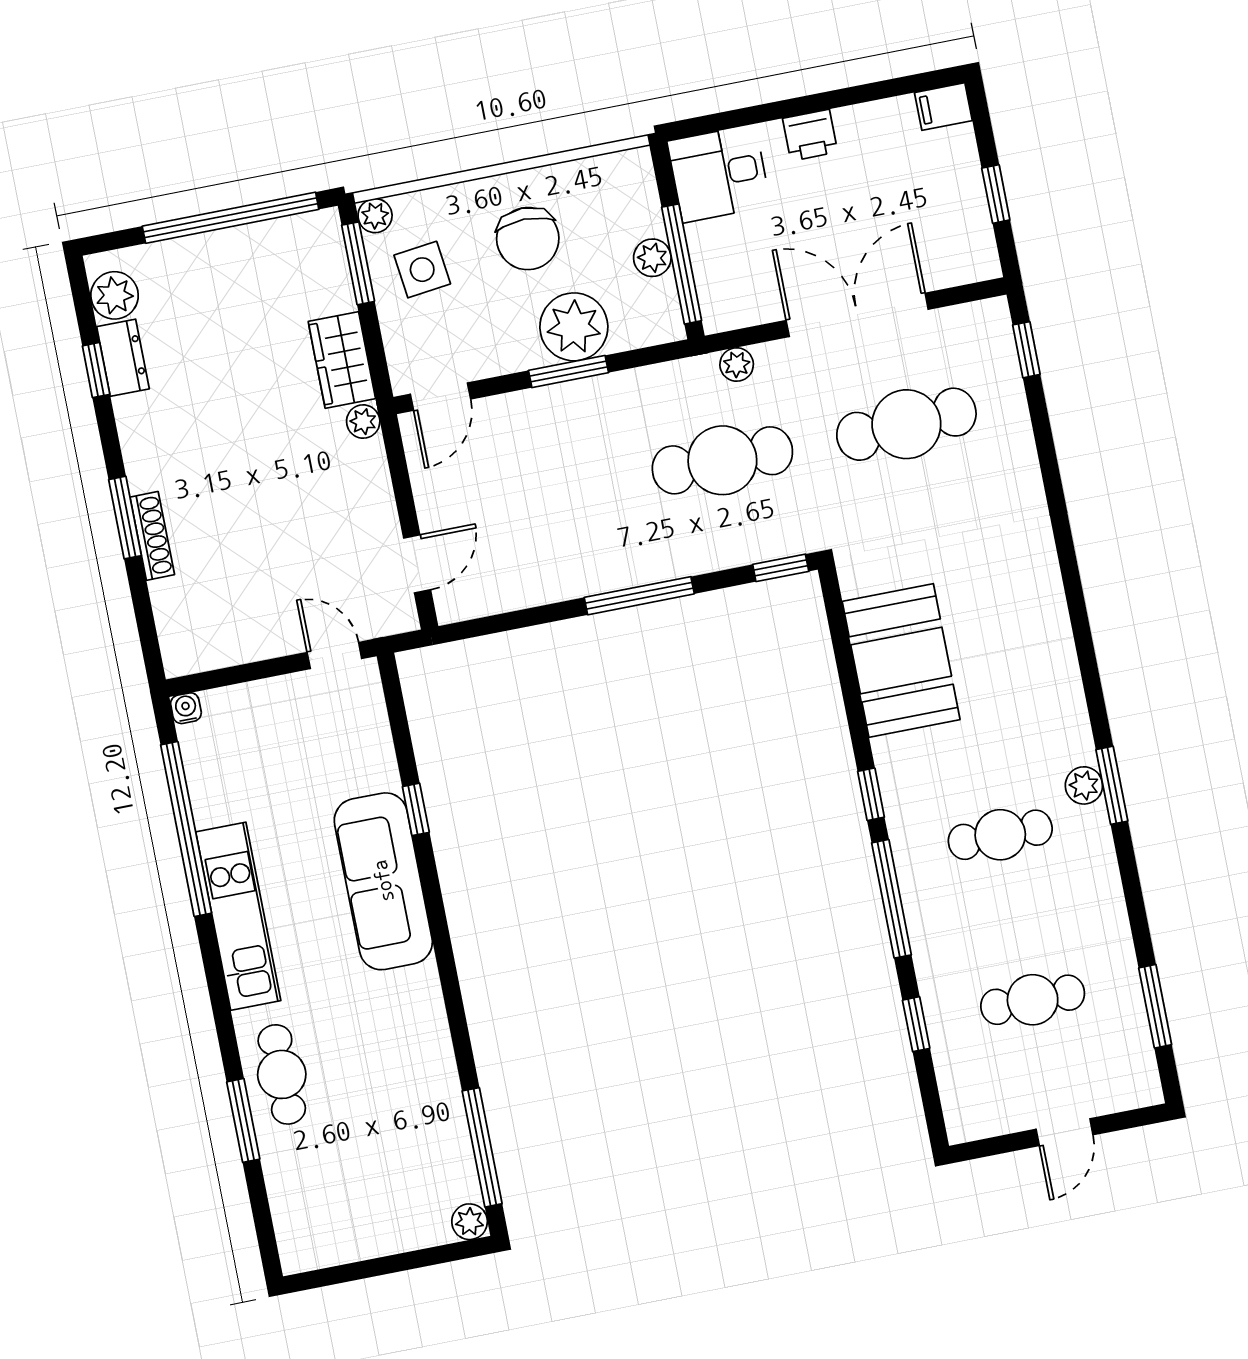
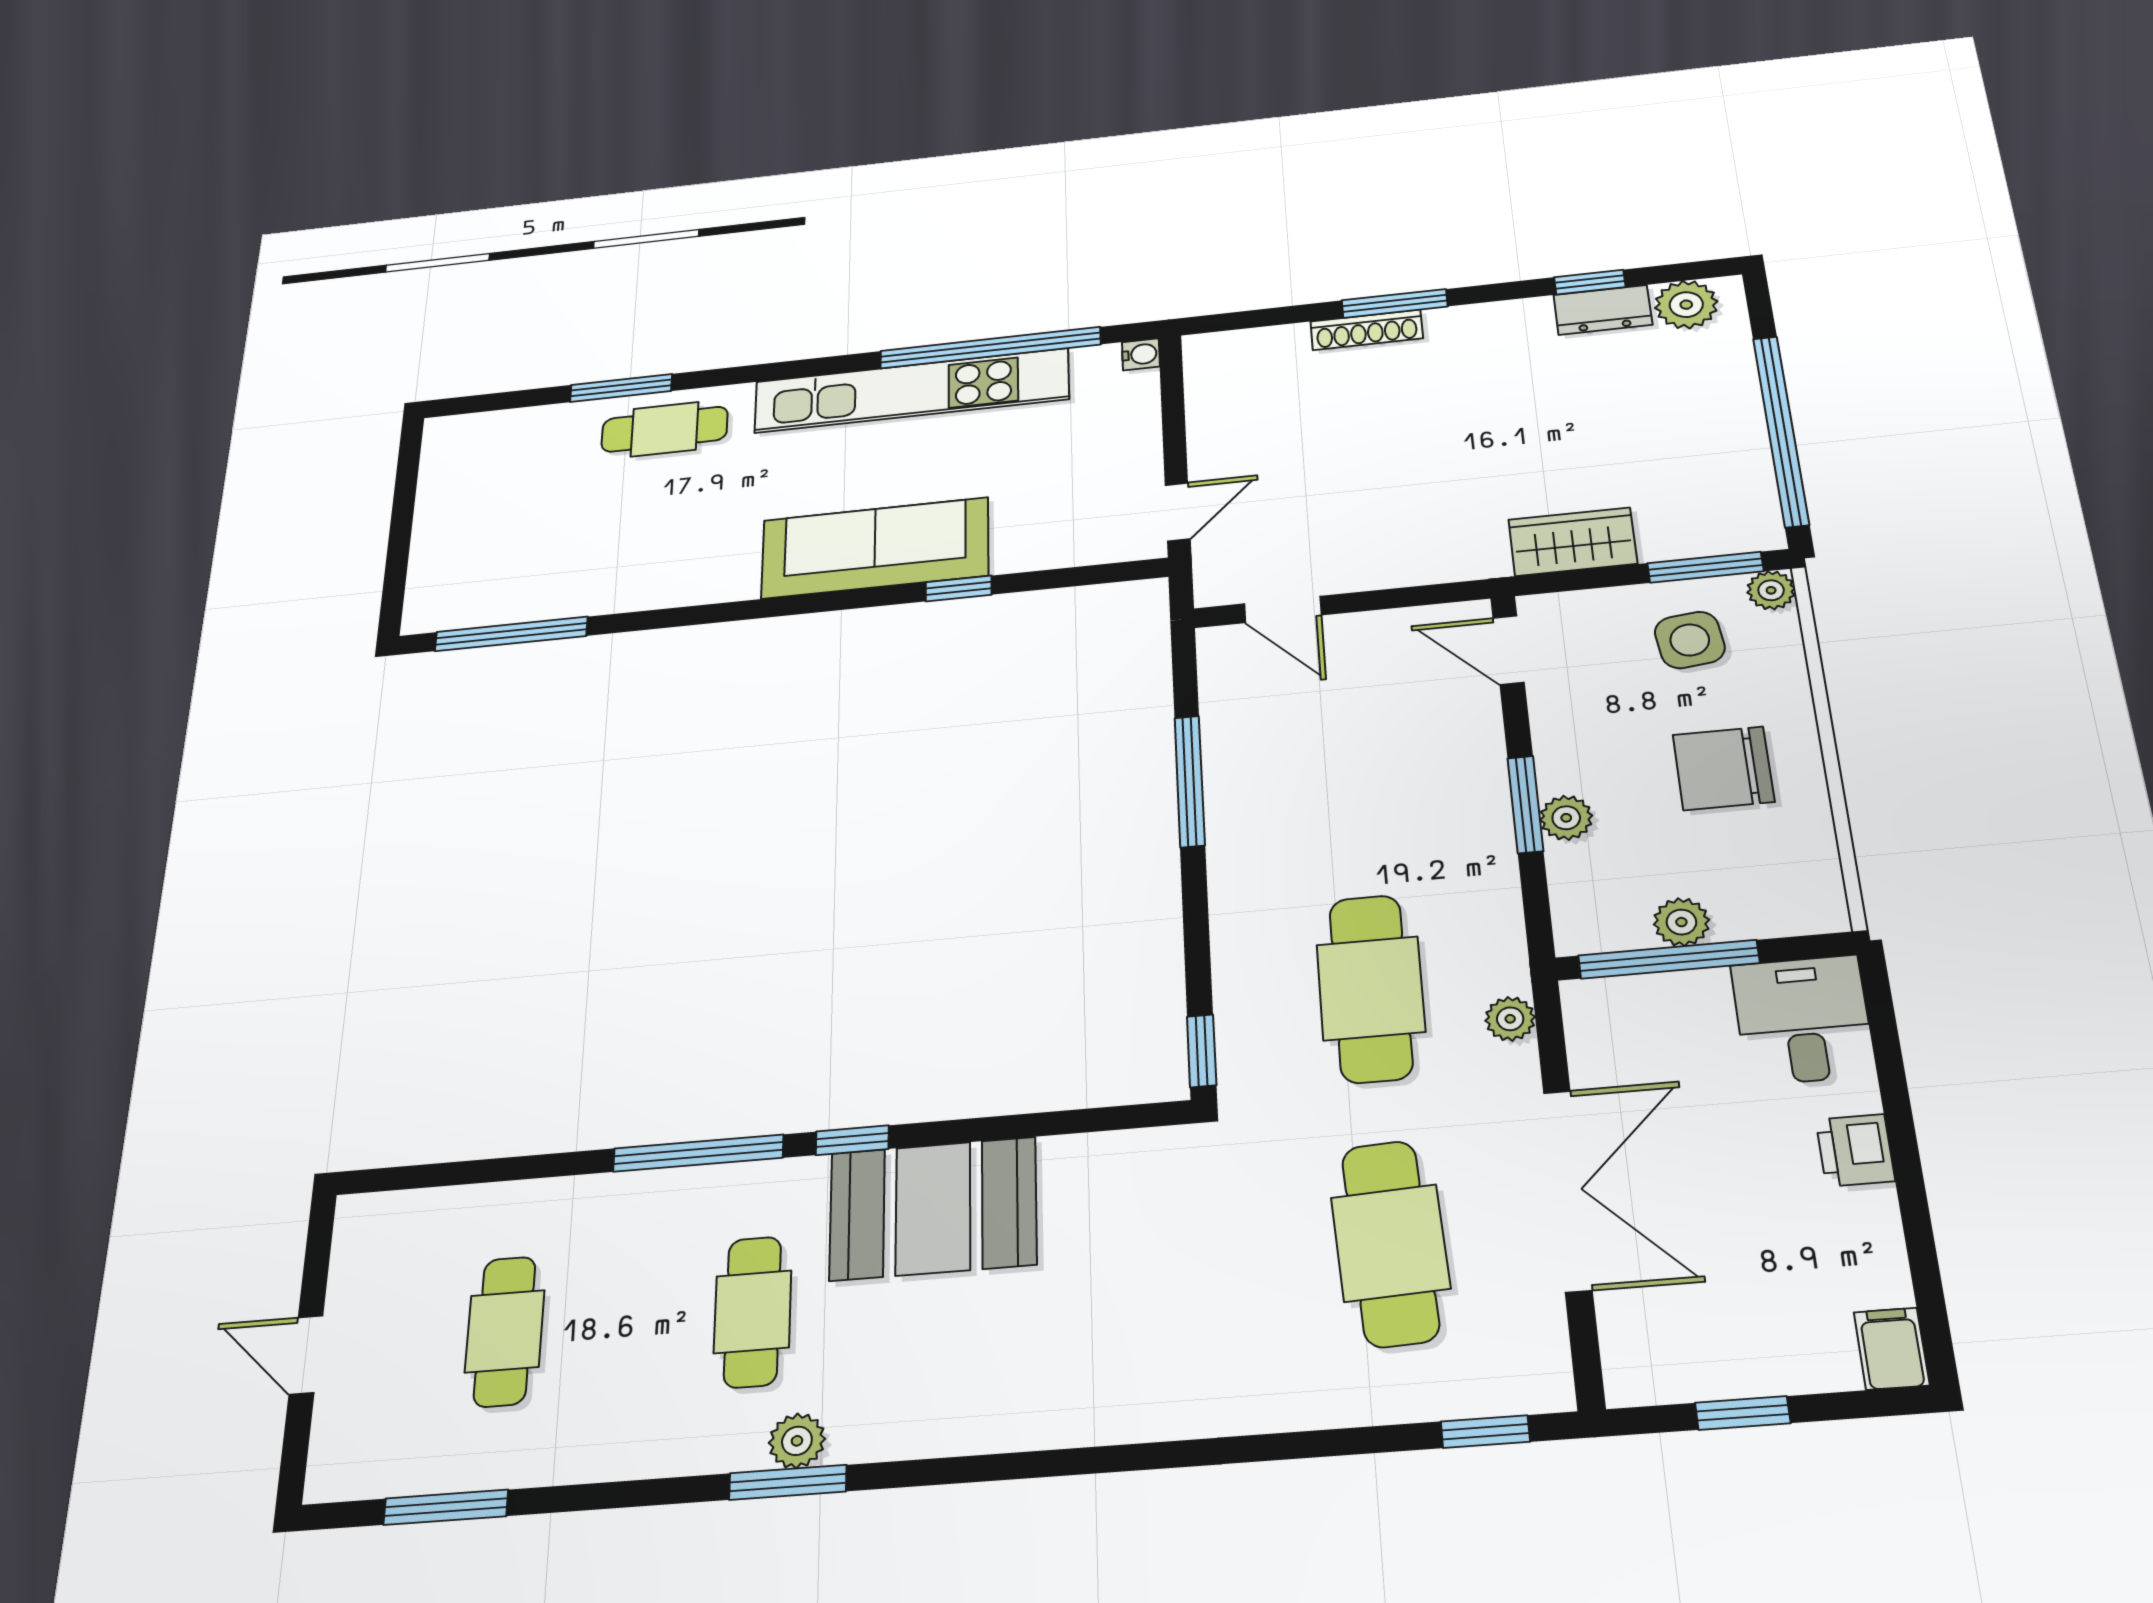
plant: (574, 327) -> (1566, 818), width x0.53, depth x0.53
plant: (363, 422) -> (1485, 561), removed
window: (639, 596) -> (1190, 781), moved
booth: (901, 661) -> (933, 1209), moved
kitchen unit: (238, 916) -> (911, 390), width x1.36
window: (916, 1024) -> (516, 1168), removed
plant: (470, 1222) -> (424, 614), removed

